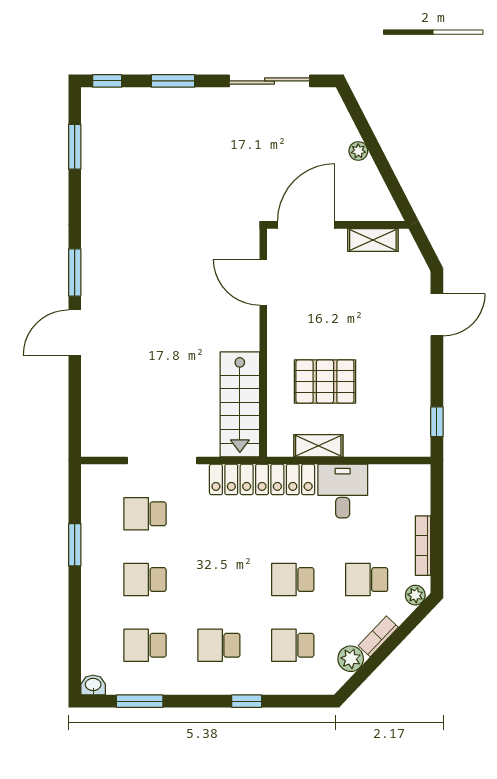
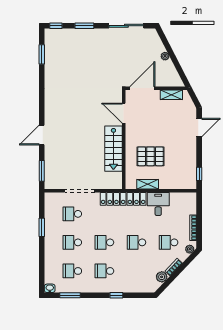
window: (75, 273) -> (42, 171), moved
stairs: (240, 404) -> (113, 149), moved
school desk: (293, 645) -> (104, 242), moved

